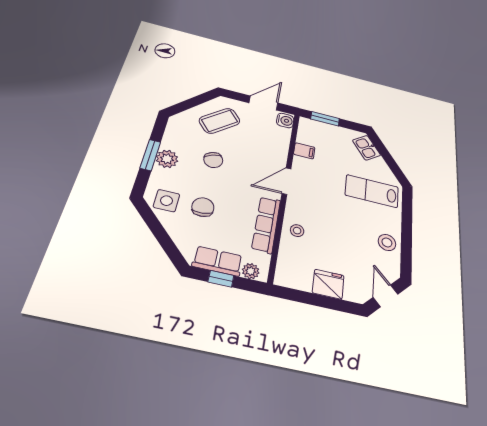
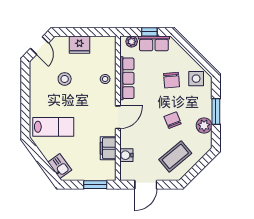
water cooler: (285, 120) -> (126, 155), moved
filing cabinet: (304, 151) -> (108, 148), width x2.00
plant: (167, 159) -> (204, 125), moved
stool: (387, 242) -> (65, 79), moved

